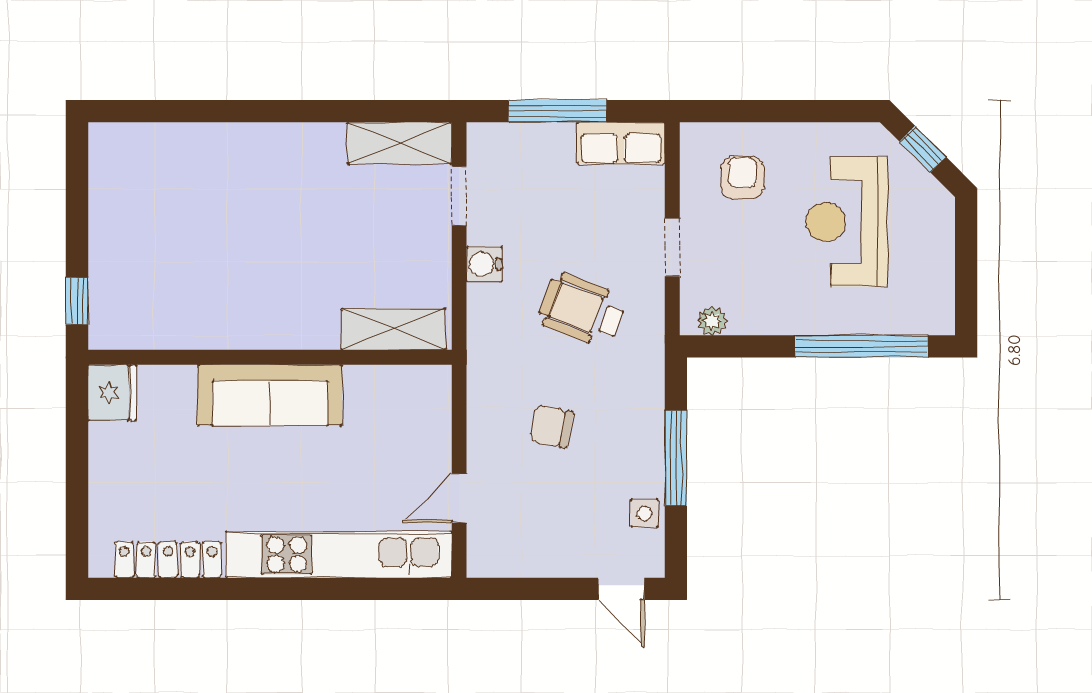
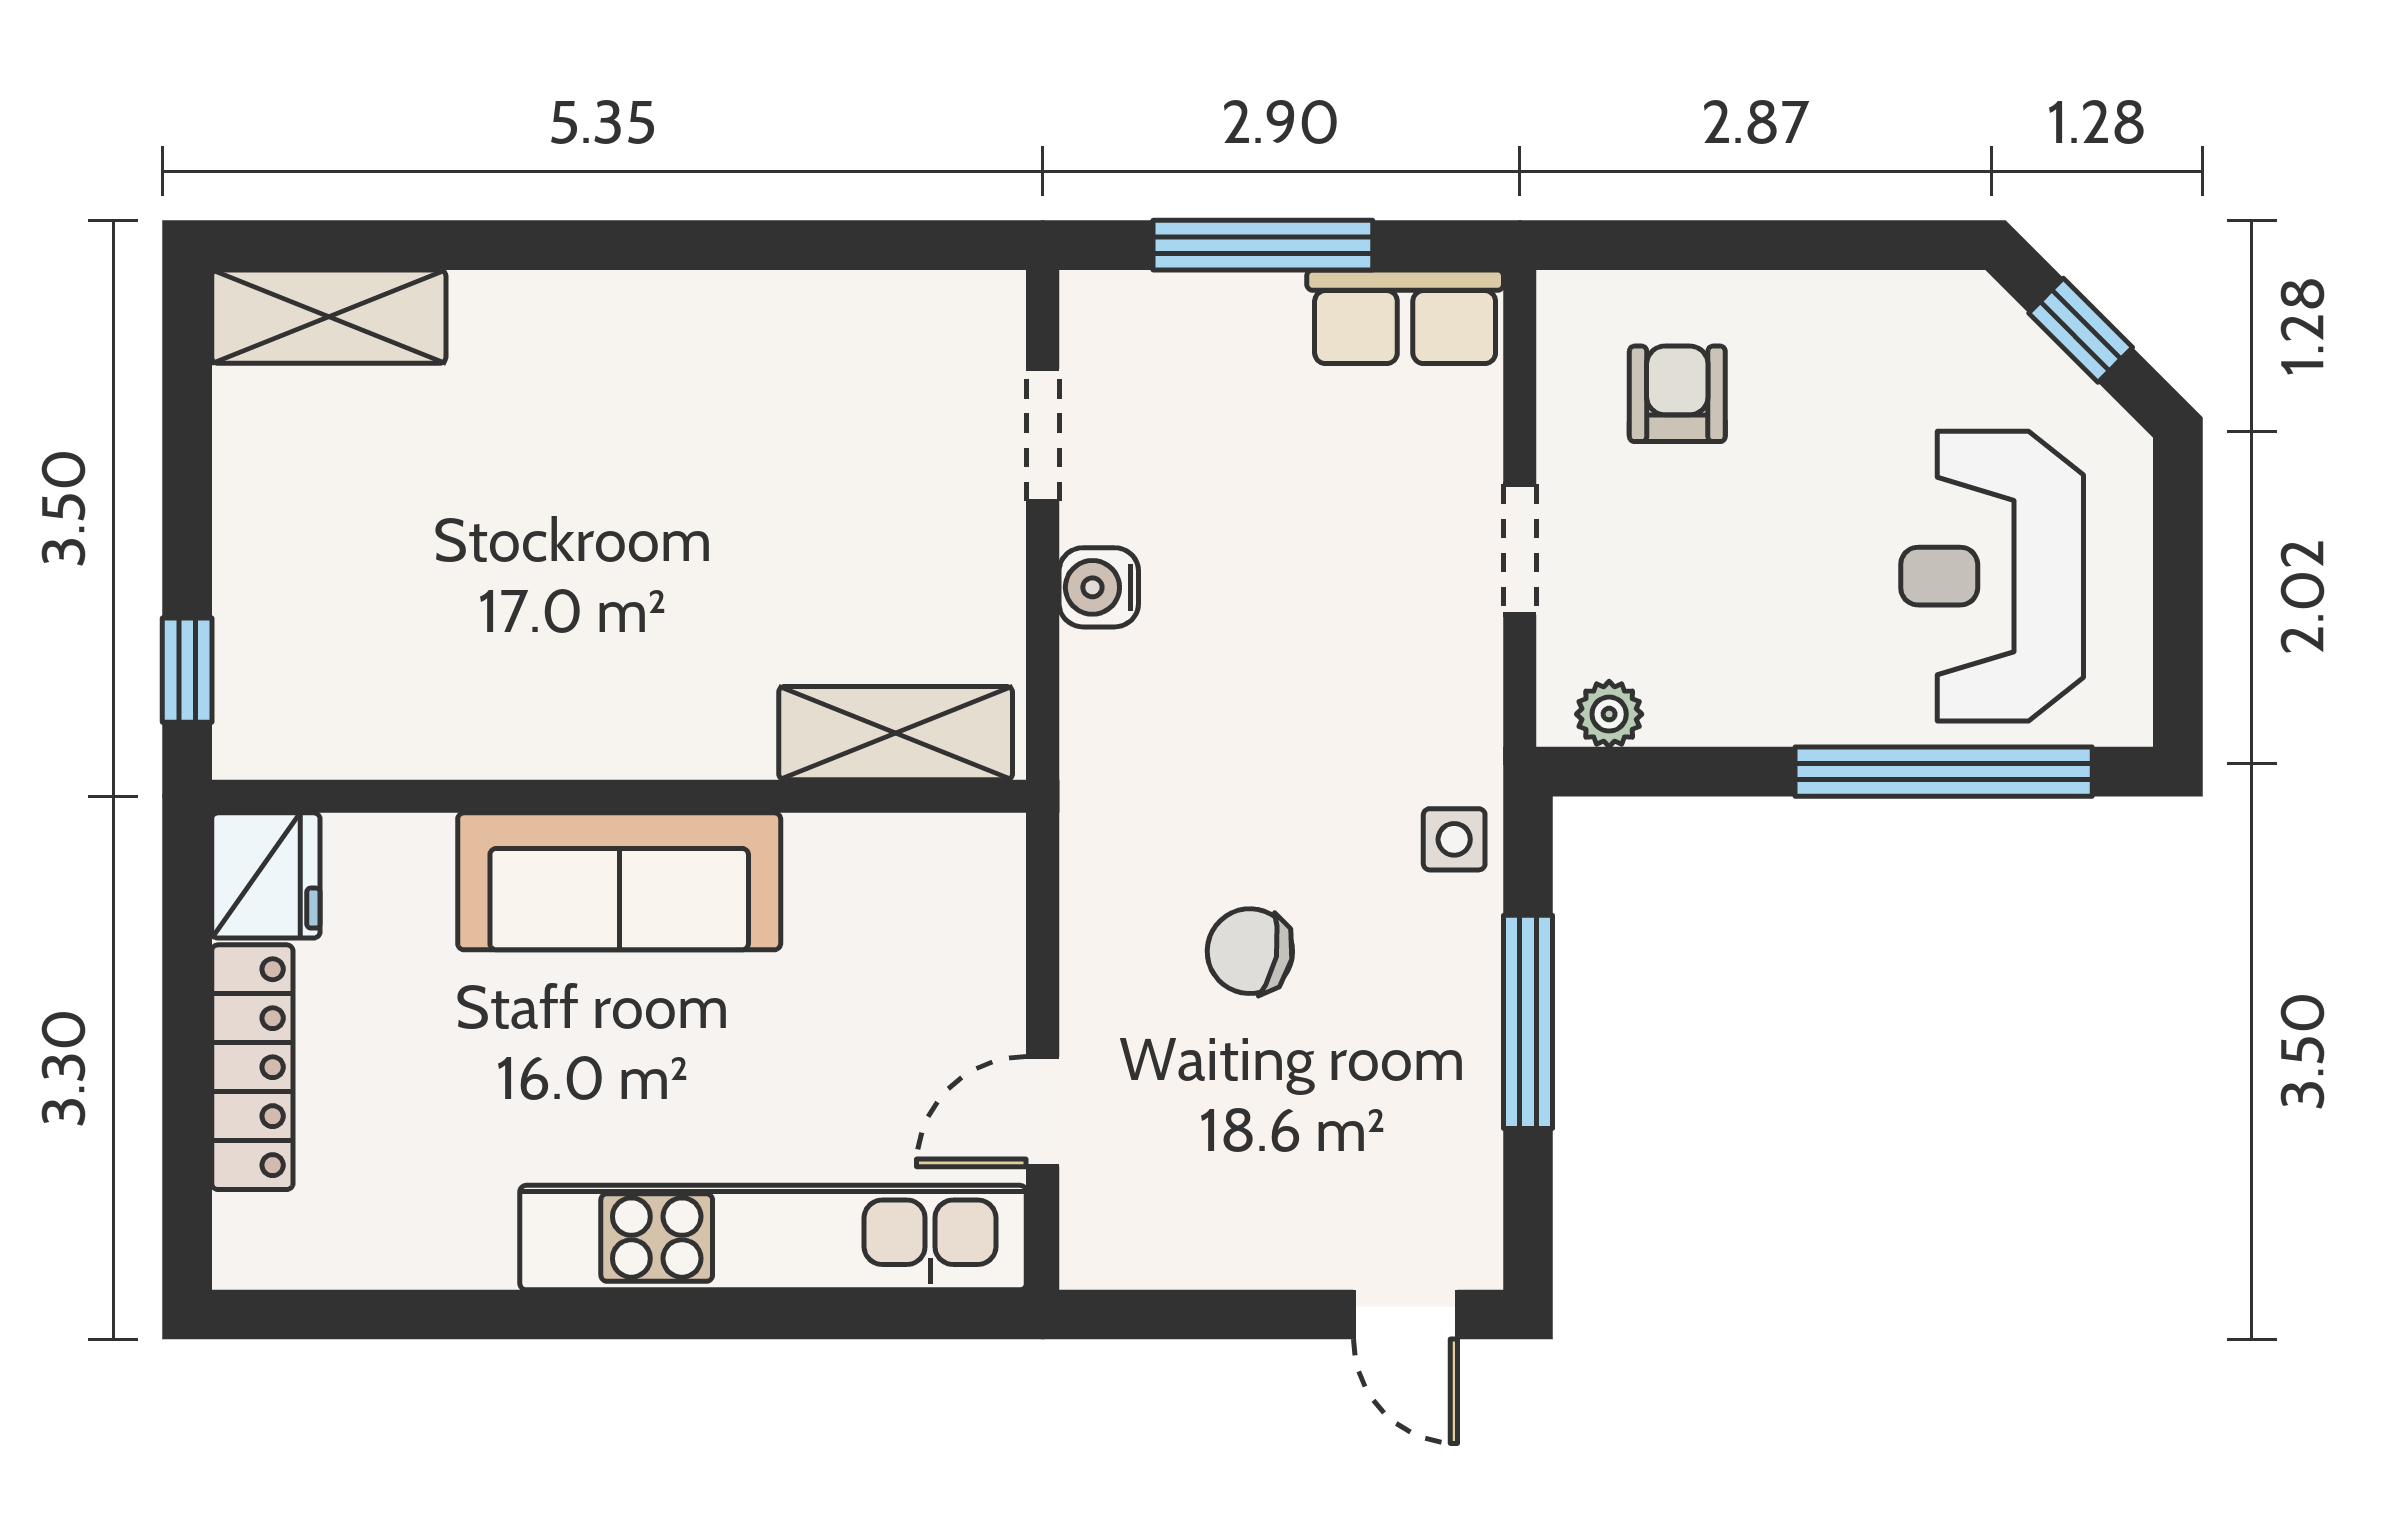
shelving: (400, 143) -> (329, 317), moved
reception desk: (847, 222) -> (1992, 576), moved
wheelchair: (582, 310) -> (1317, 690), removed
side table: (644, 513) -> (1454, 839), moved
locker: (168, 560) -> (252, 1067), moved, turned 90

